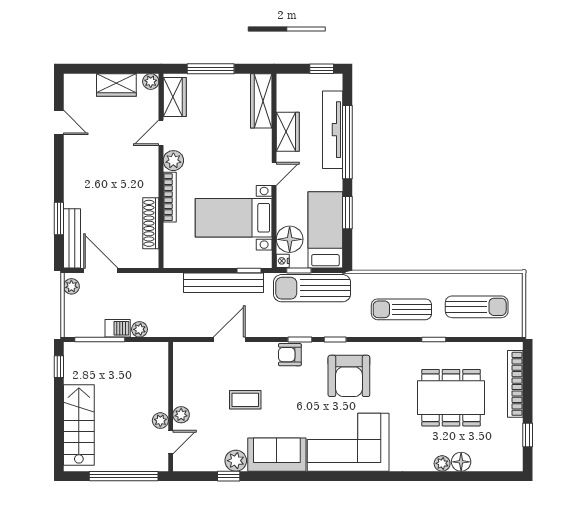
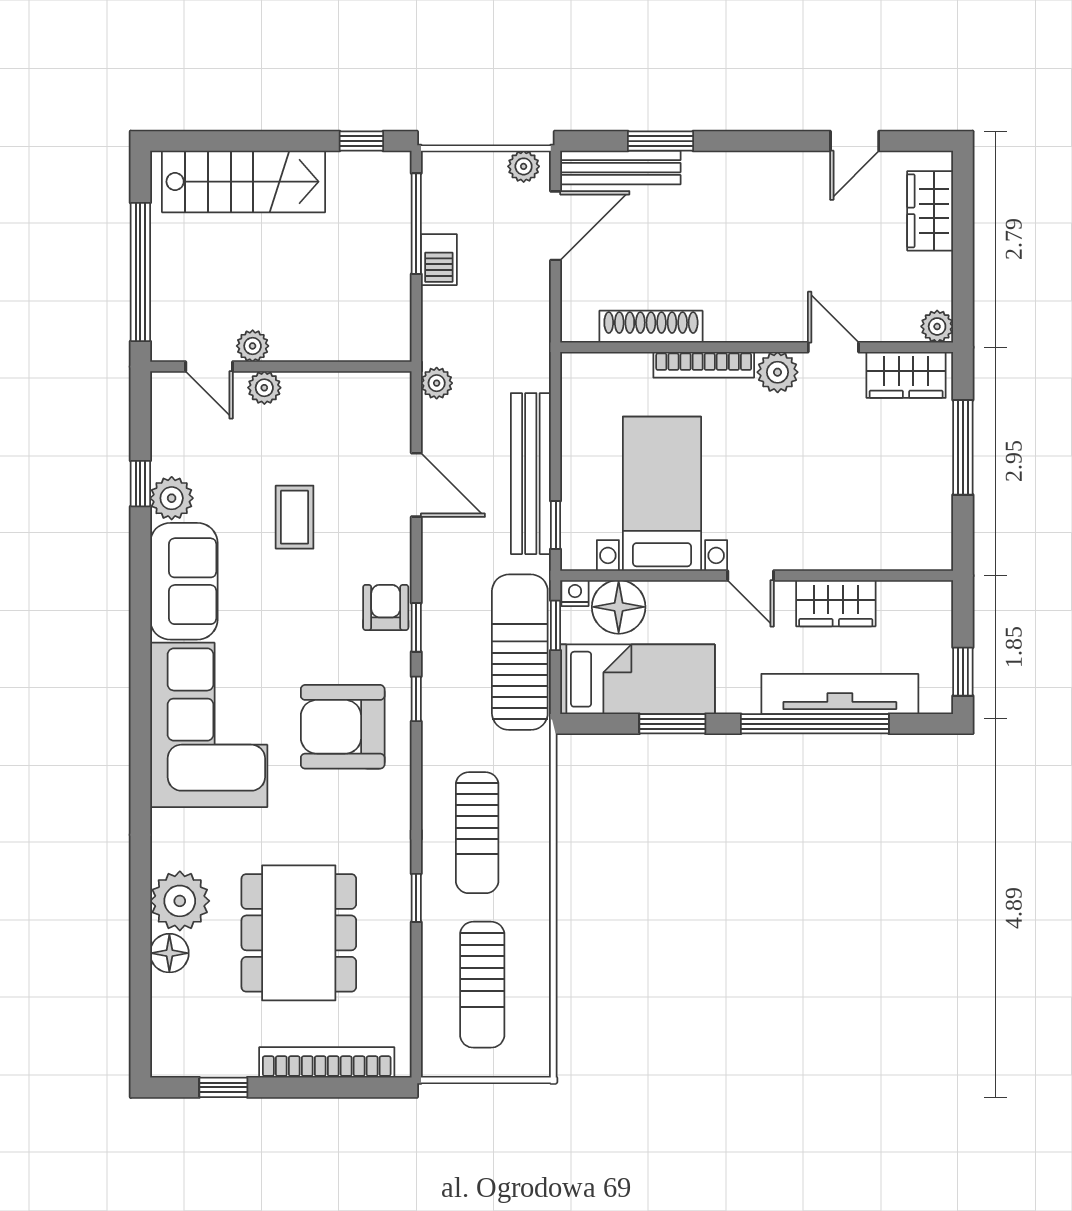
wardrobe: (116, 85) -> (930, 211), moved
wardrobe: (261, 101) -> (898, 550), removed
sun lounger: (401, 309) -> (477, 833), turned 180
plant: (140, 329) -> (437, 383), moved
plant: (442, 463) -> (180, 901), width x1.87, depth x1.87

